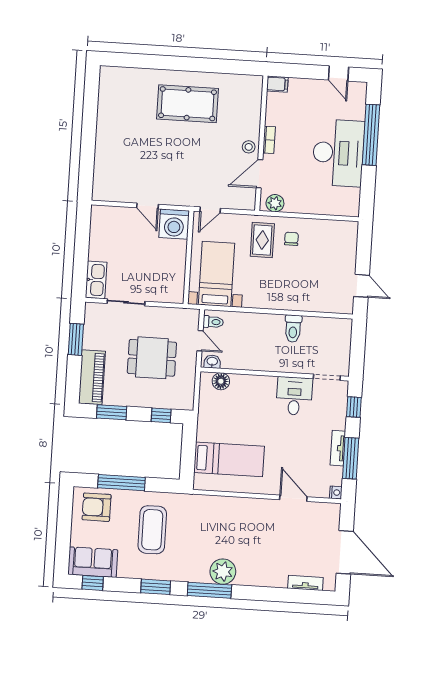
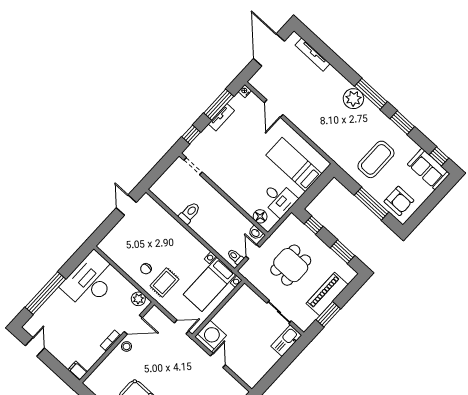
desk: (338, 153) -> (90, 281), moved
dining table: (152, 358) -> (291, 265), turned 90
piano: (92, 377) -> (327, 294), moved
desk: (294, 396) -> (279, 199), moved, turned -90
tv unit: (305, 583) -> (313, 54), width x1.41

